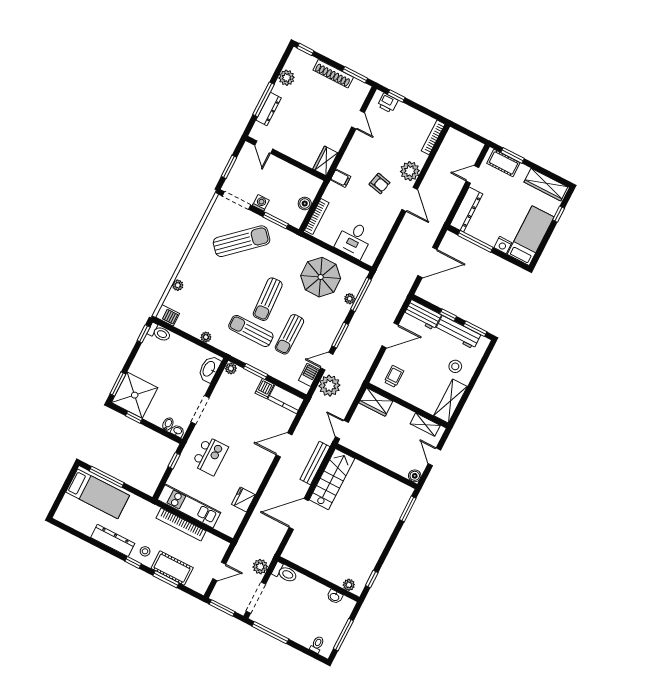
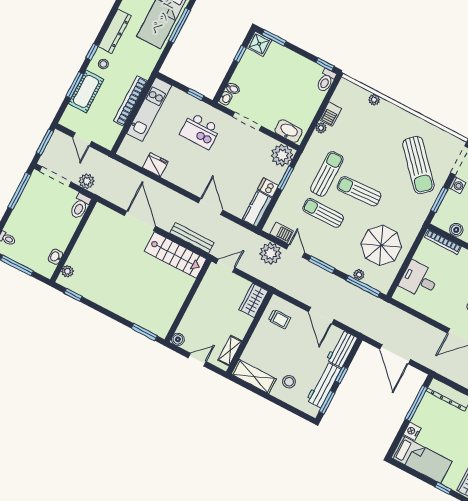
barbecue: (167, 315) -> (330, 114), moved
plant: (231, 368) -> (282, 155), width x1.87, depth x1.87
shower: (135, 395) -> (259, 44), width x0.54, depth x0.54

